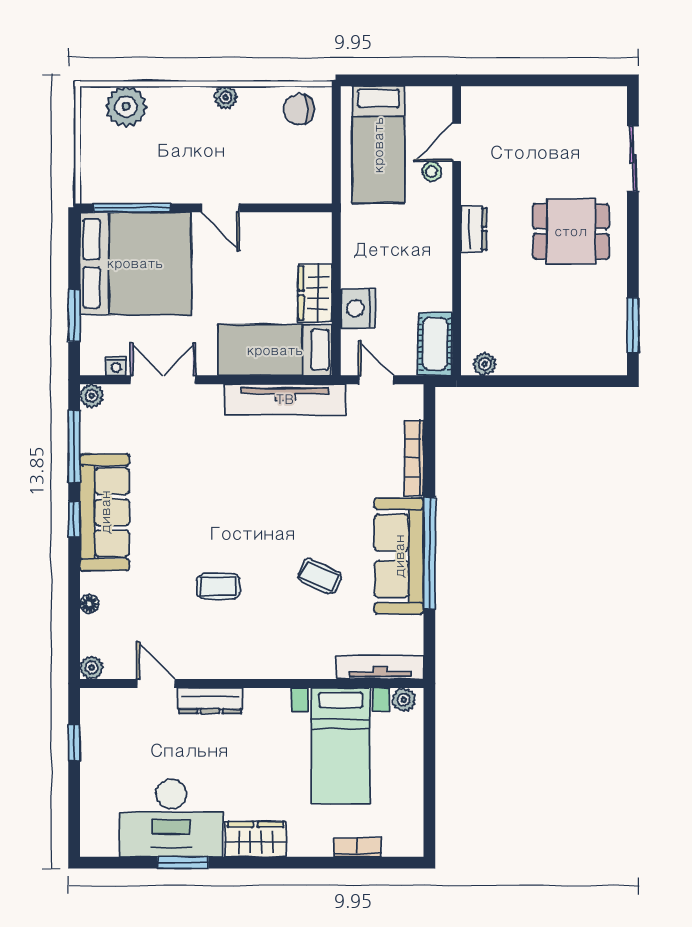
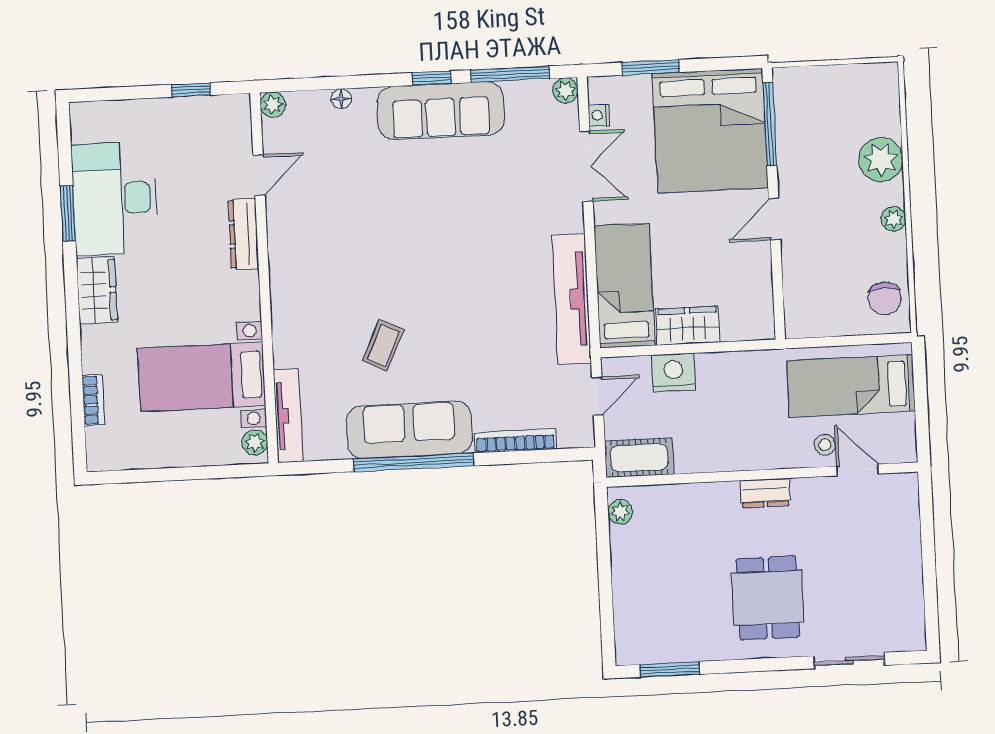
plant: (126, 107) -> (881, 160), moved
chair: (299, 109) -> (885, 298), turned 180
coffee table: (218, 586) -> (367, 237), removed

